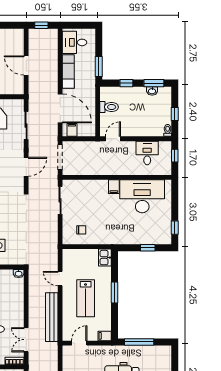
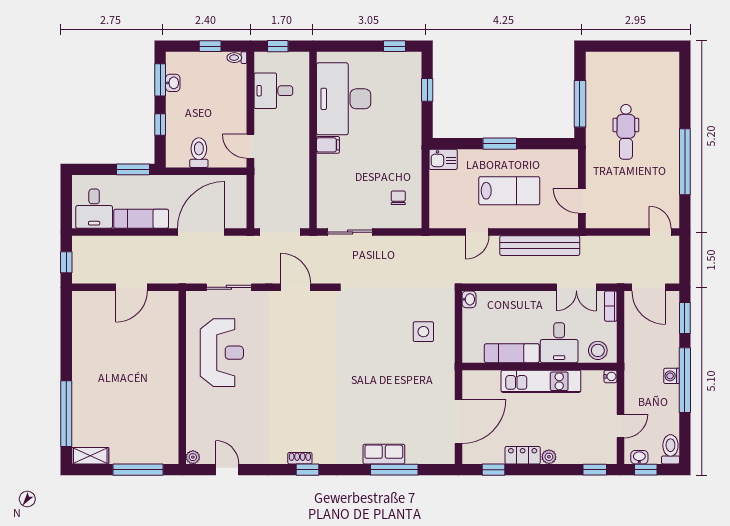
filing cabinet: (72, 130) -> (236, 213), removed
filing cabinet: (105, 336) -> (570, 160), removed

